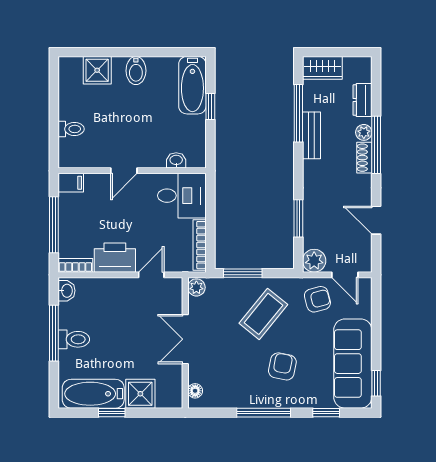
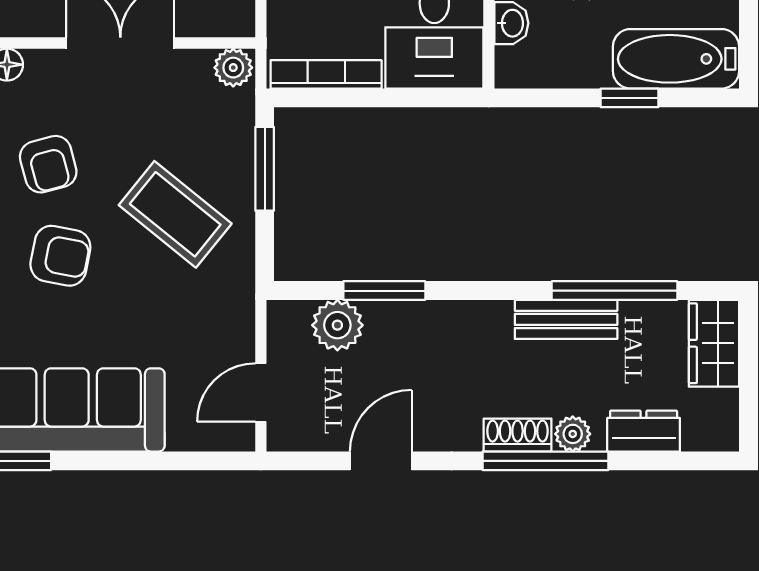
plant: (314, 261) -> (337, 325), moved
armchair: (317, 299) -> (48, 164), moved

